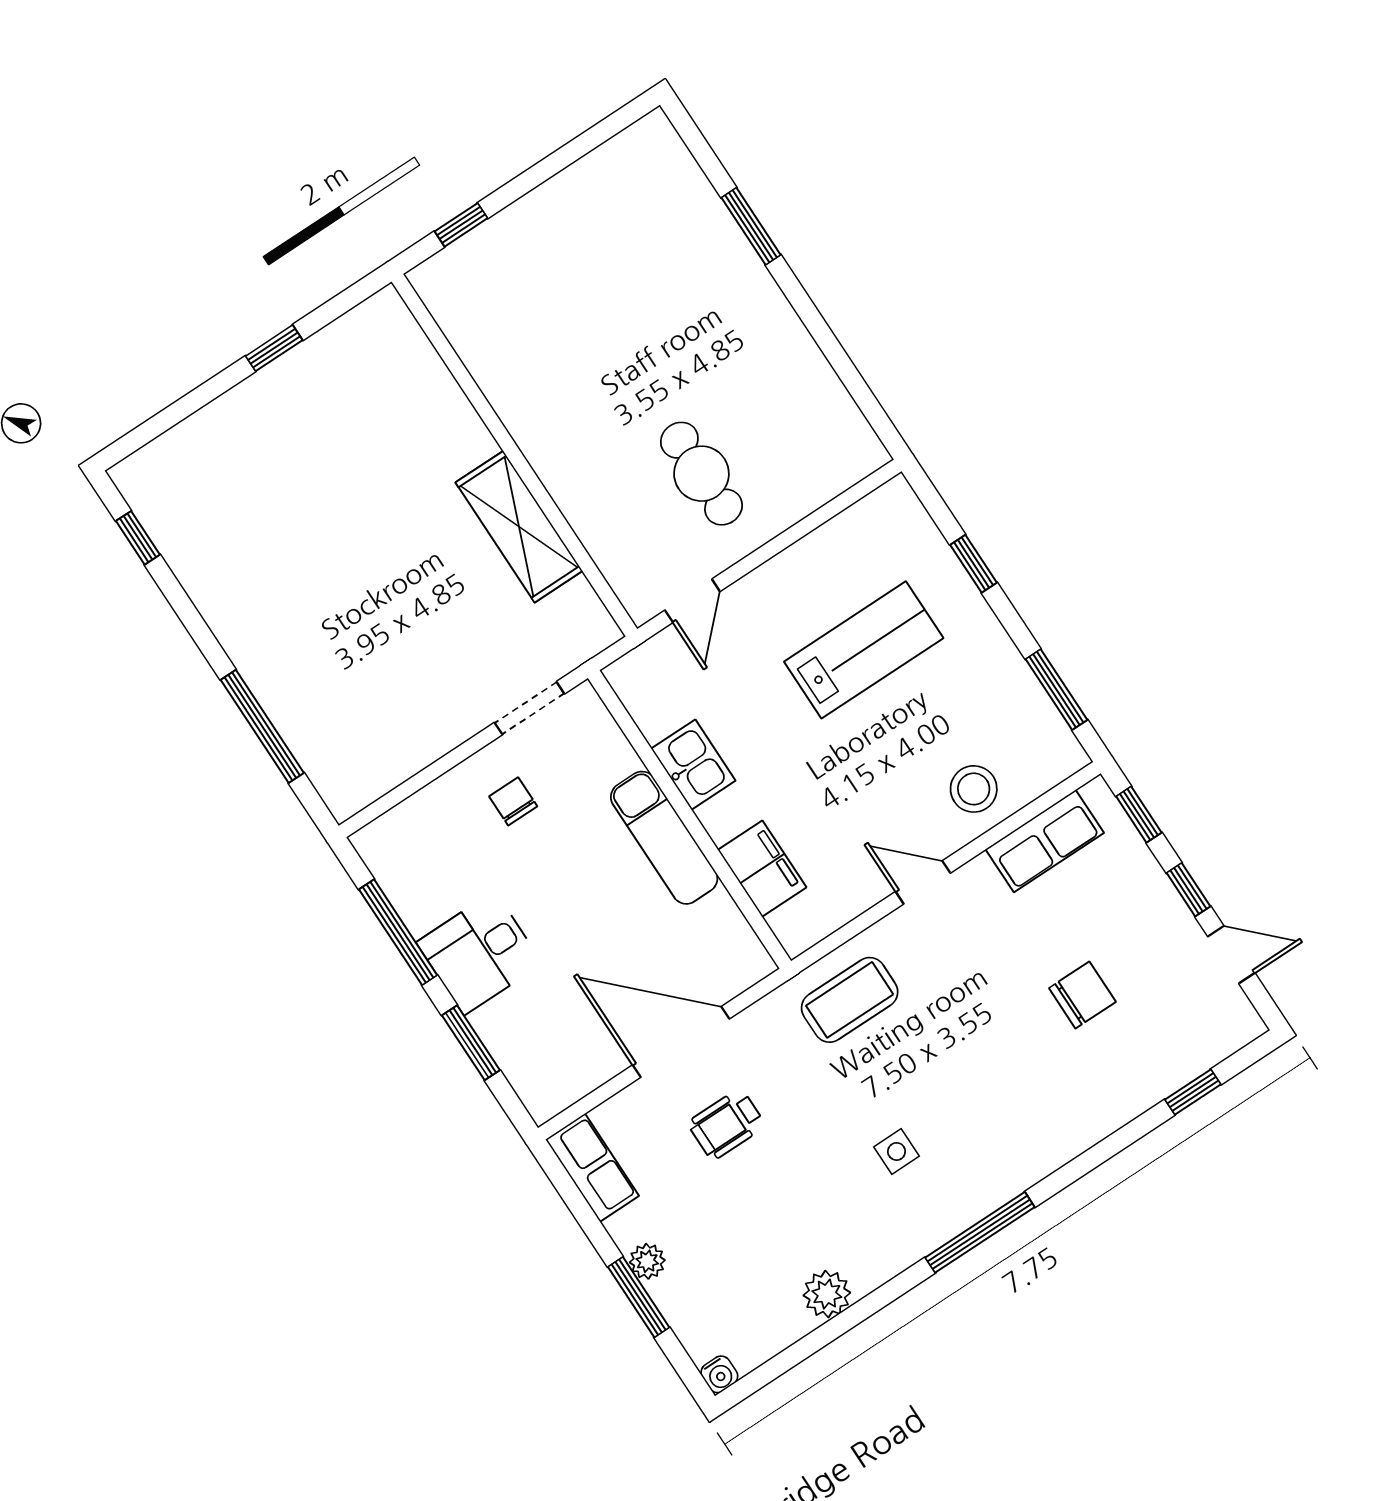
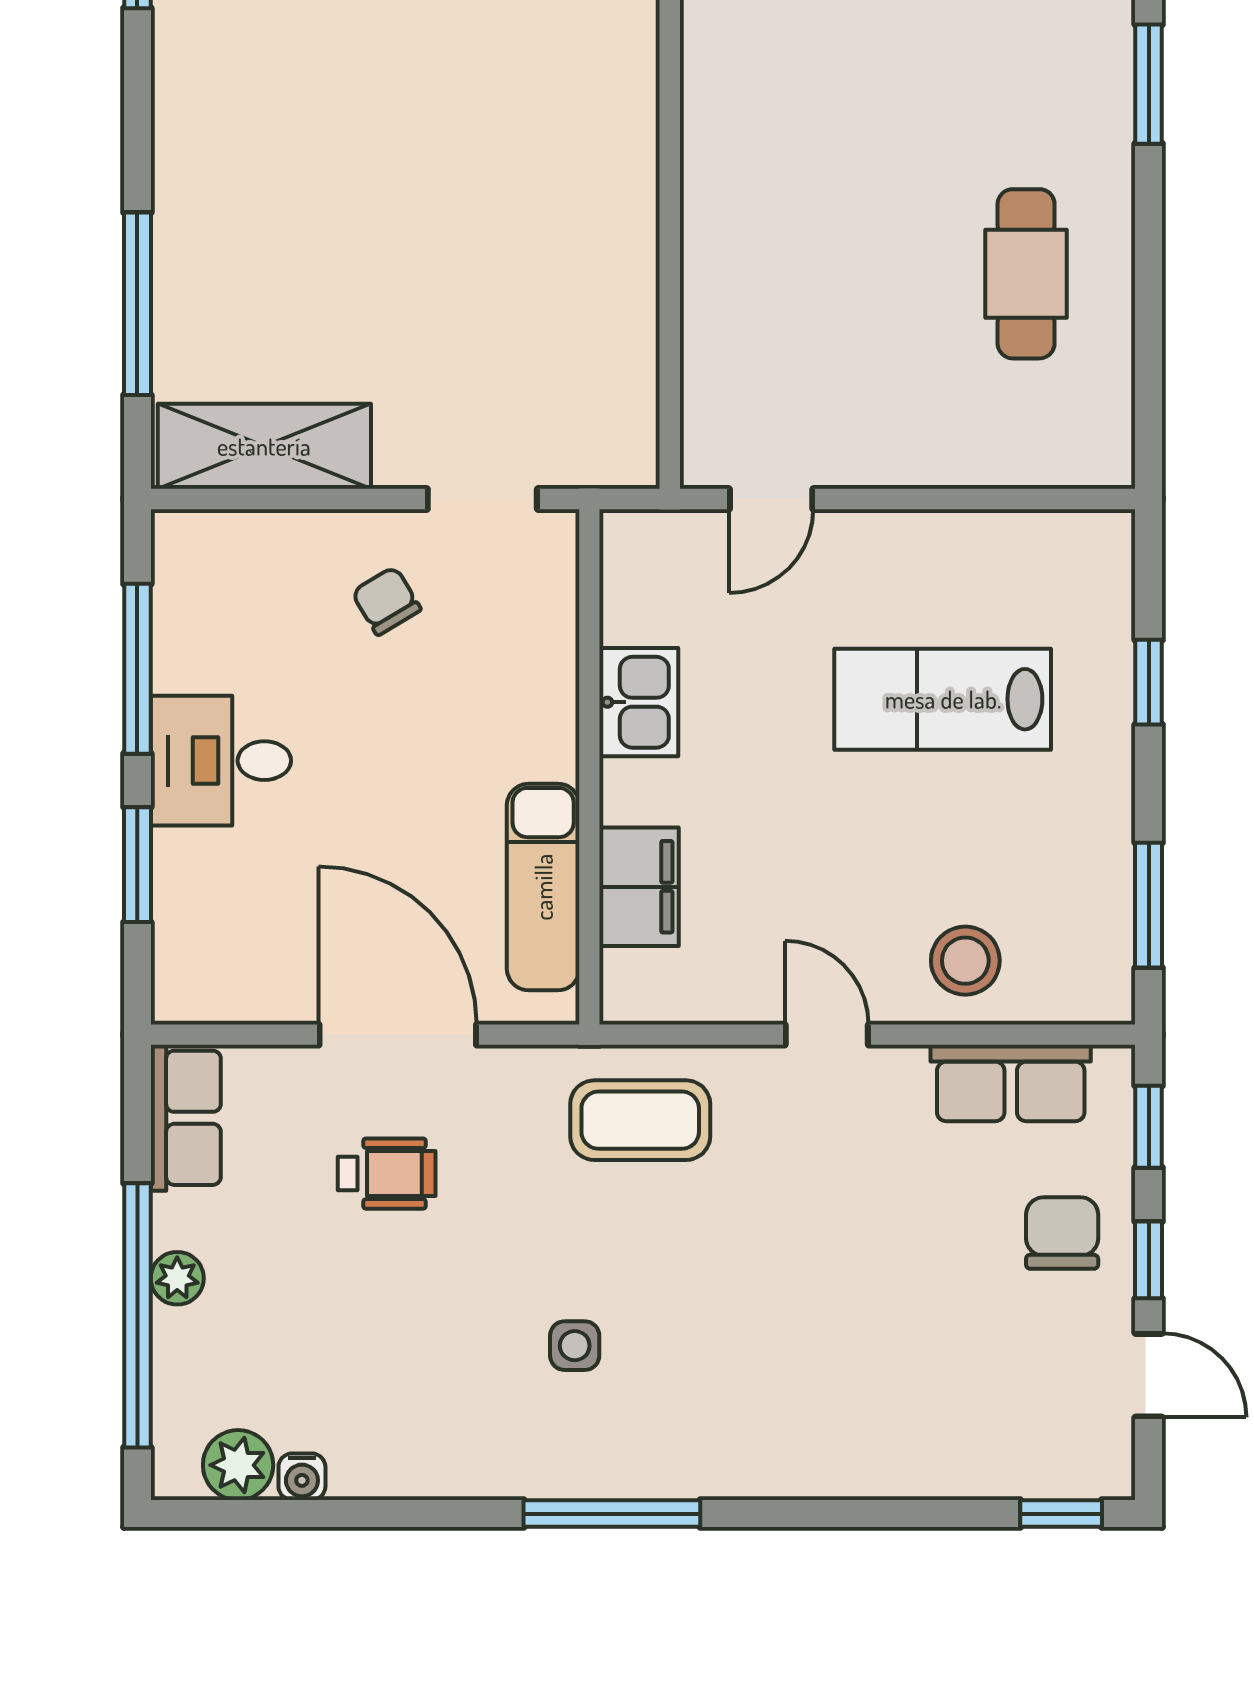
cafe table: (701, 474) -> (1026, 274), moved
shelving: (519, 527) -> (264, 446), moved, turned 90
lab bench: (864, 650) -> (943, 699), turned 180
chair: (513, 801) -> (386, 601), turned -31
exam couch: (664, 838) -> (543, 887), moved
chair: (1082, 995) -> (1062, 1233), moved, turned -90
window: (1193, 1092) -> (1061, 1514), moved
wheelchair: (726, 1124) -> (387, 1174), turned 180
plant: (827, 1294) -> (238, 1465), moved
window: (639, 1297) -> (137, 1315), width x2.11
water cooler: (719, 1374) -> (302, 1477), moved

